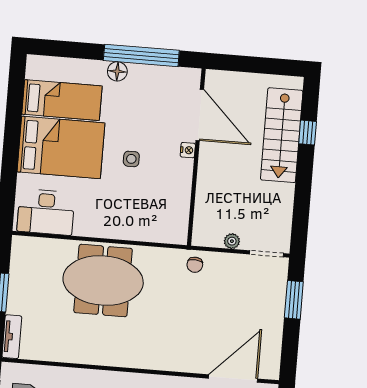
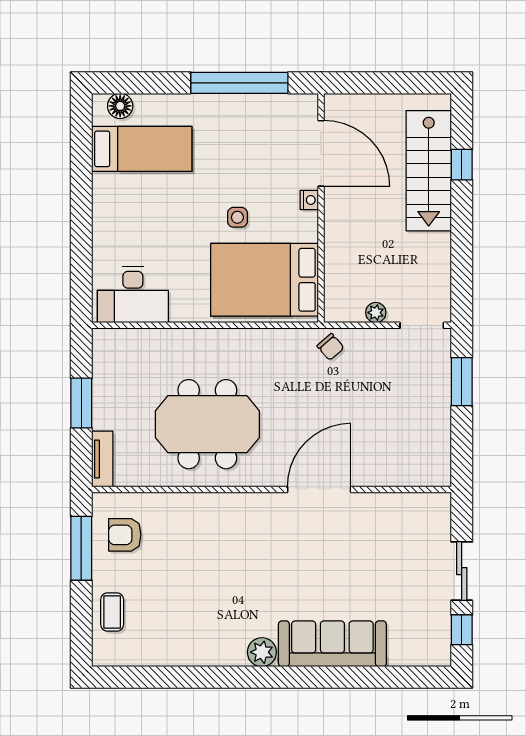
floor lamp: (117, 71) -> (120, 106), moved
bed: (61, 147) -> (264, 280), moved, turned 180
chair: (195, 265) -> (330, 347), turned -45
meeting table: (103, 281) -> (207, 424), moved
door: (233, 379) -> (319, 489), moved

